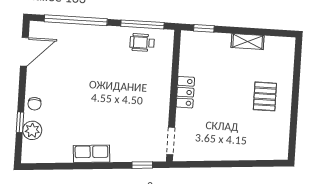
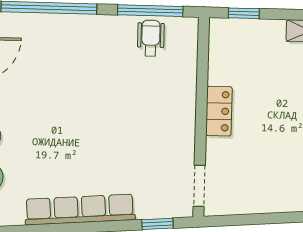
wheelchair: (142, 43) -> (151, 38), turned 90
row of seats: (91, 154) -> (80, 210), width x2.02

